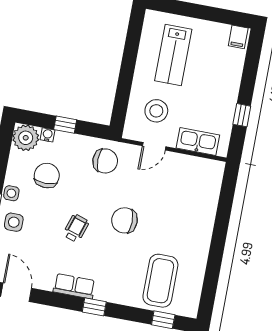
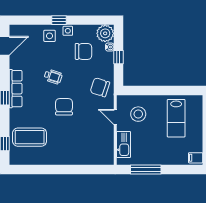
lab bench: (173, 55) -> (176, 118), turned -90
window: (242, 115) -> (146, 170), width x2.17
chair: (105, 161) -> (100, 87), turned 108
row of seats: (74, 286) -> (16, 89), width x1.48

